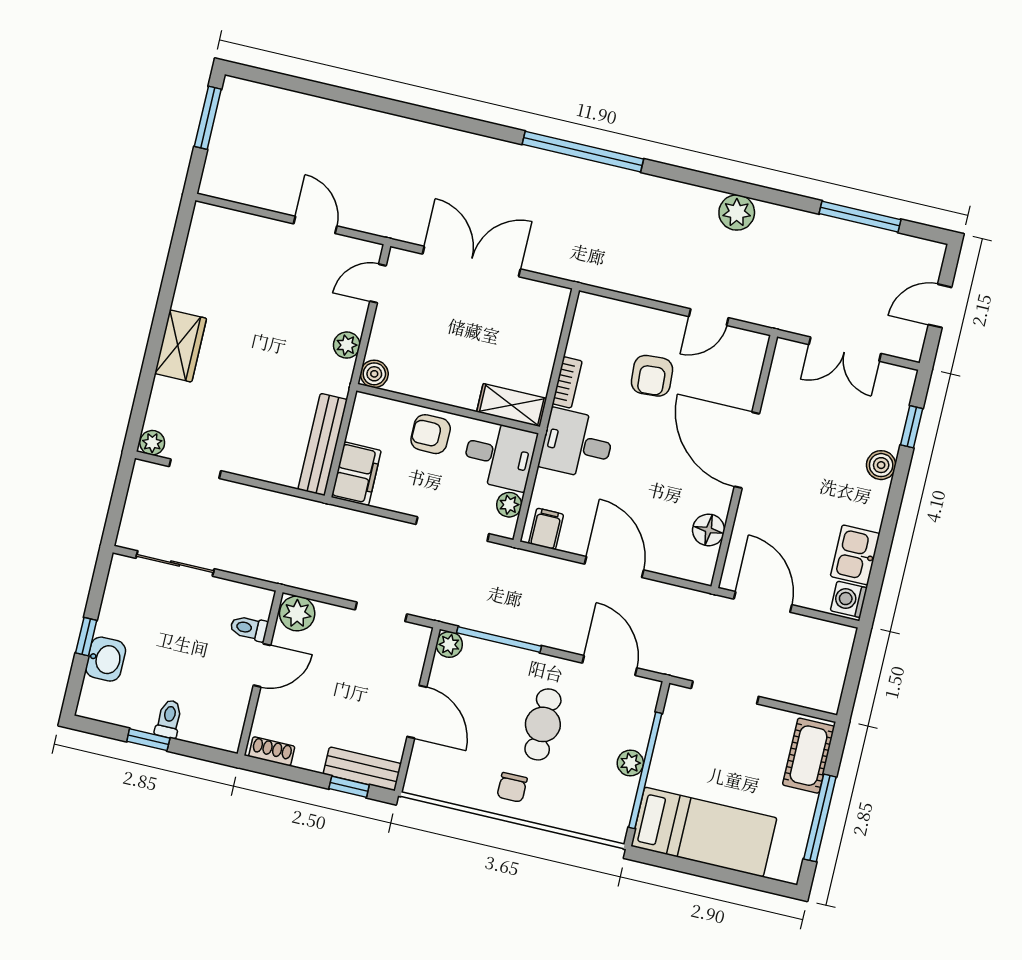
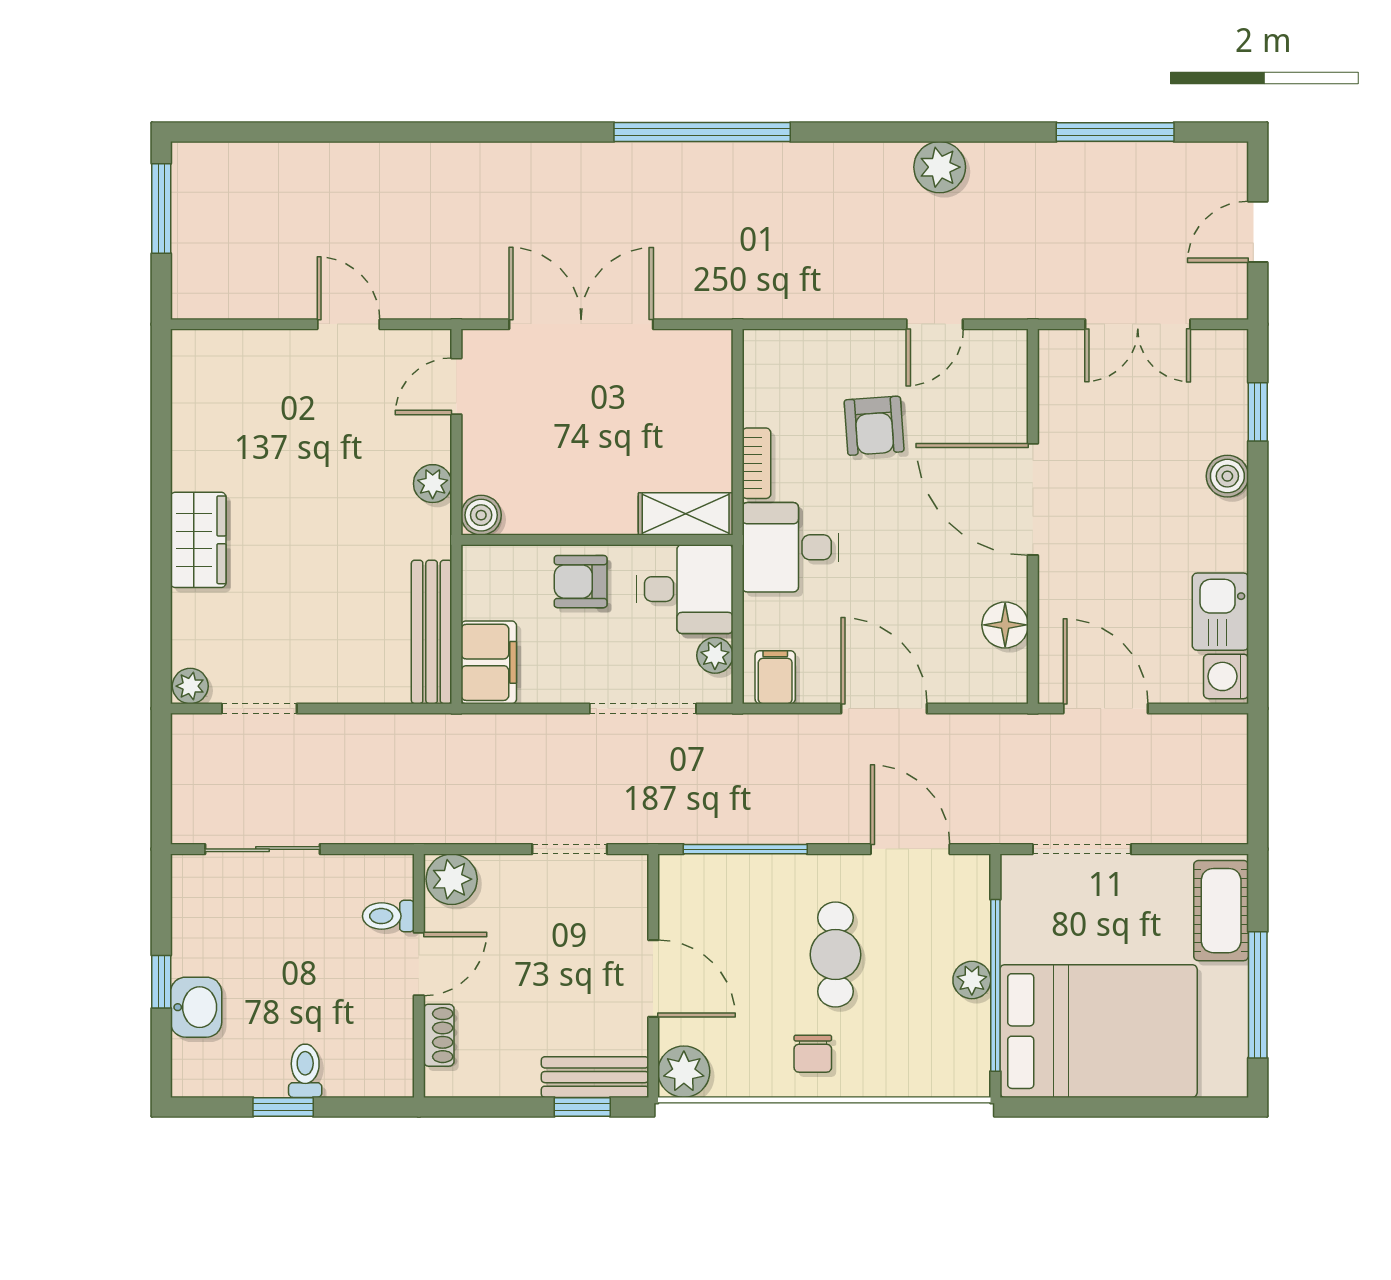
plant: (449, 644) -> (684, 1072), moved, width x1.38, depth x1.38
shoe rack: (272, 751) -> (439, 1035), moved, turned 90
bed: (704, 832) -> (1099, 1031), width x1.50

